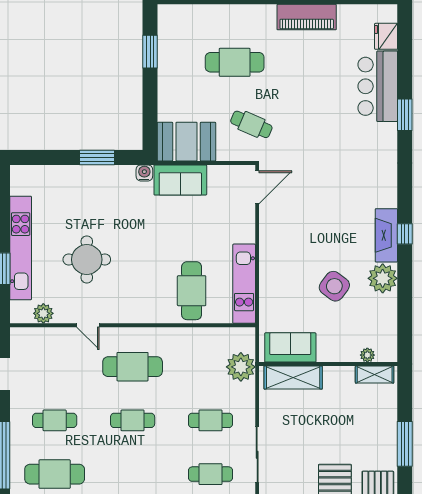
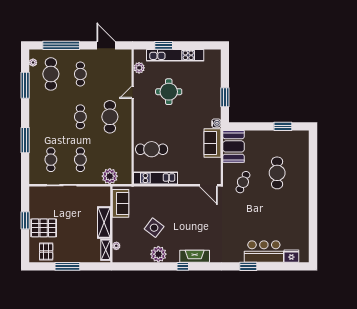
piano: (307, 17) -> (302, 212), removed
fireplace: (386, 235) -> (195, 256), moved
shelving: (293, 378) -> (104, 223), moved

